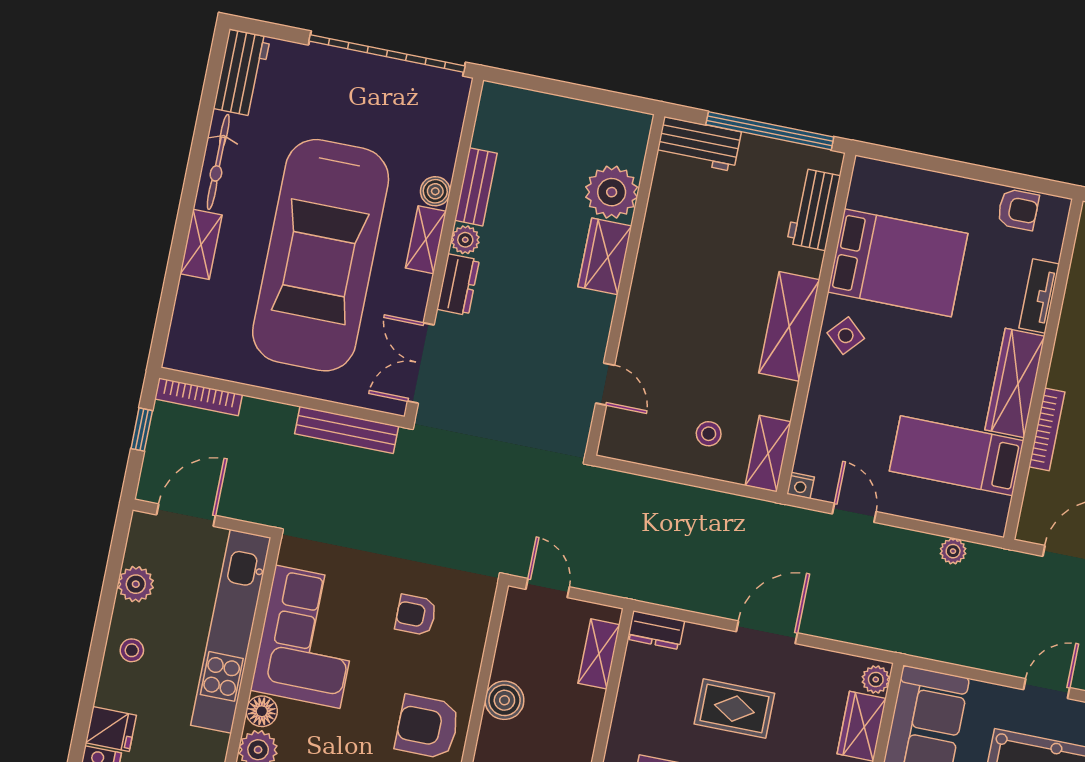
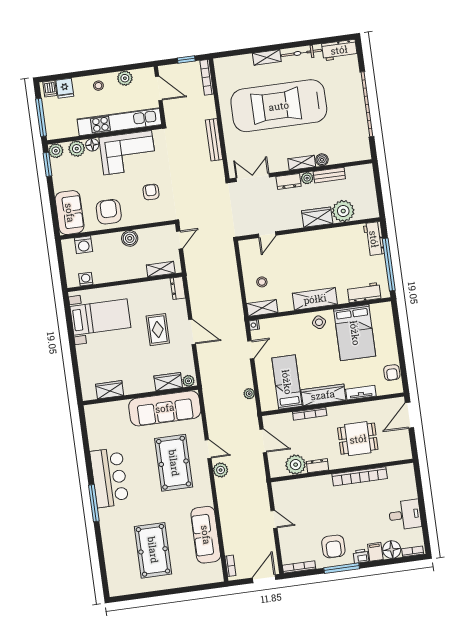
bench: (476, 187) -> (329, 175), moved
boiler: (435, 191) -> (322, 160), moved
shelving: (426, 240) -> (302, 163), moved
plant: (465, 240) -> (307, 178), moved
wall: (444, 248) -> (301, 171), moved
dresser: (458, 285) -> (289, 181), moved
double door: (421, 363) -> (253, 178), moved

